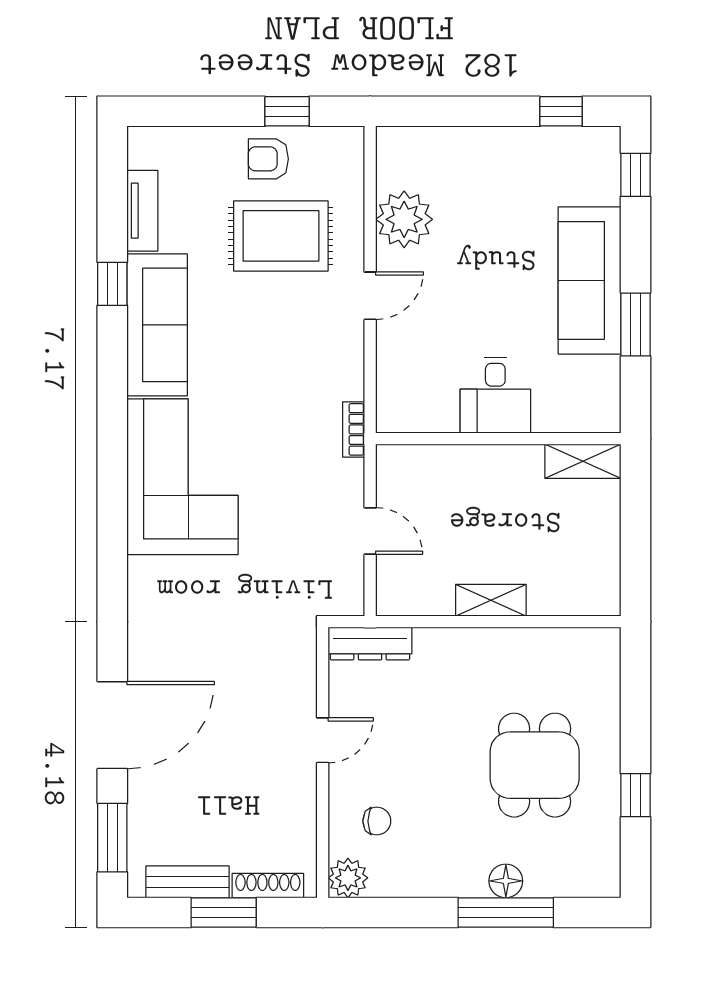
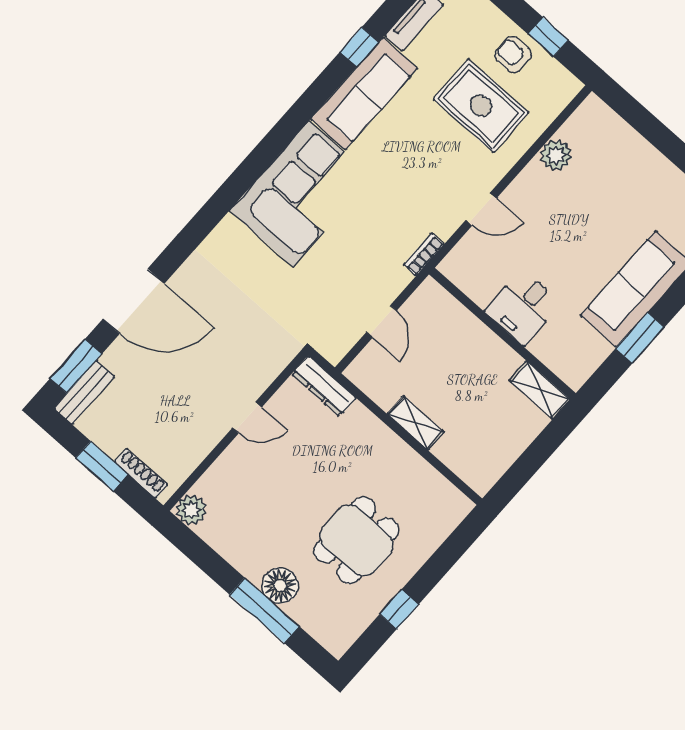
plant: (404, 219) -> (556, 155), width x0.73, depth x0.73
door: (370, 296) -> (481, 209), moved
chair: (377, 821) -> (237, 492), removed
floor lamp: (506, 881) -> (280, 585), width x1.38, depth x1.38
bench: (188, 882) -> (84, 392), moved, turned 90

